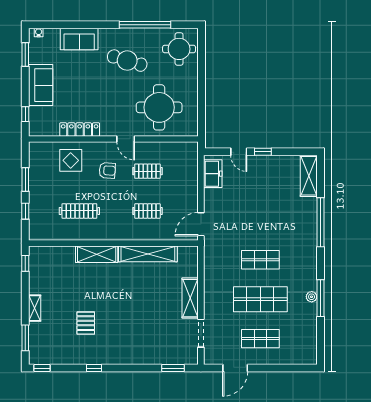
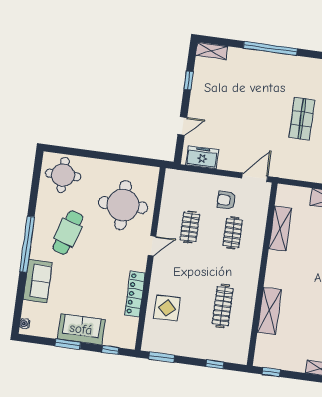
window: (145, 25) -> (27, 244), moved
window: (25, 54) -> (68, 344), moved
window: (263, 152) -> (189, 80), moved
armchair: (107, 170) -> (226, 200), moved, turned -94
shelving: (309, 176) -> (211, 51), width x0.67, depth x0.75
window: (25, 180) -> (162, 357), moved
door: (201, 224) -> (255, 177), swing flipped
shelving: (97, 254) -> (269, 311), moved
shelving: (148, 254) -> (280, 229), width x0.68

